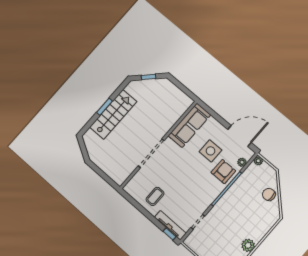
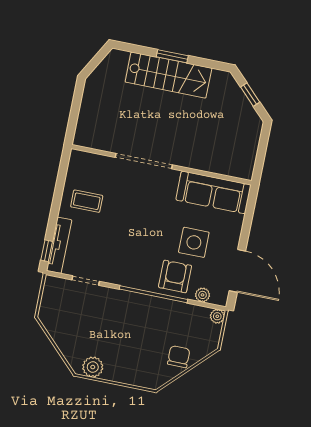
armchair: (223, 172) -> (175, 276), turned -90

